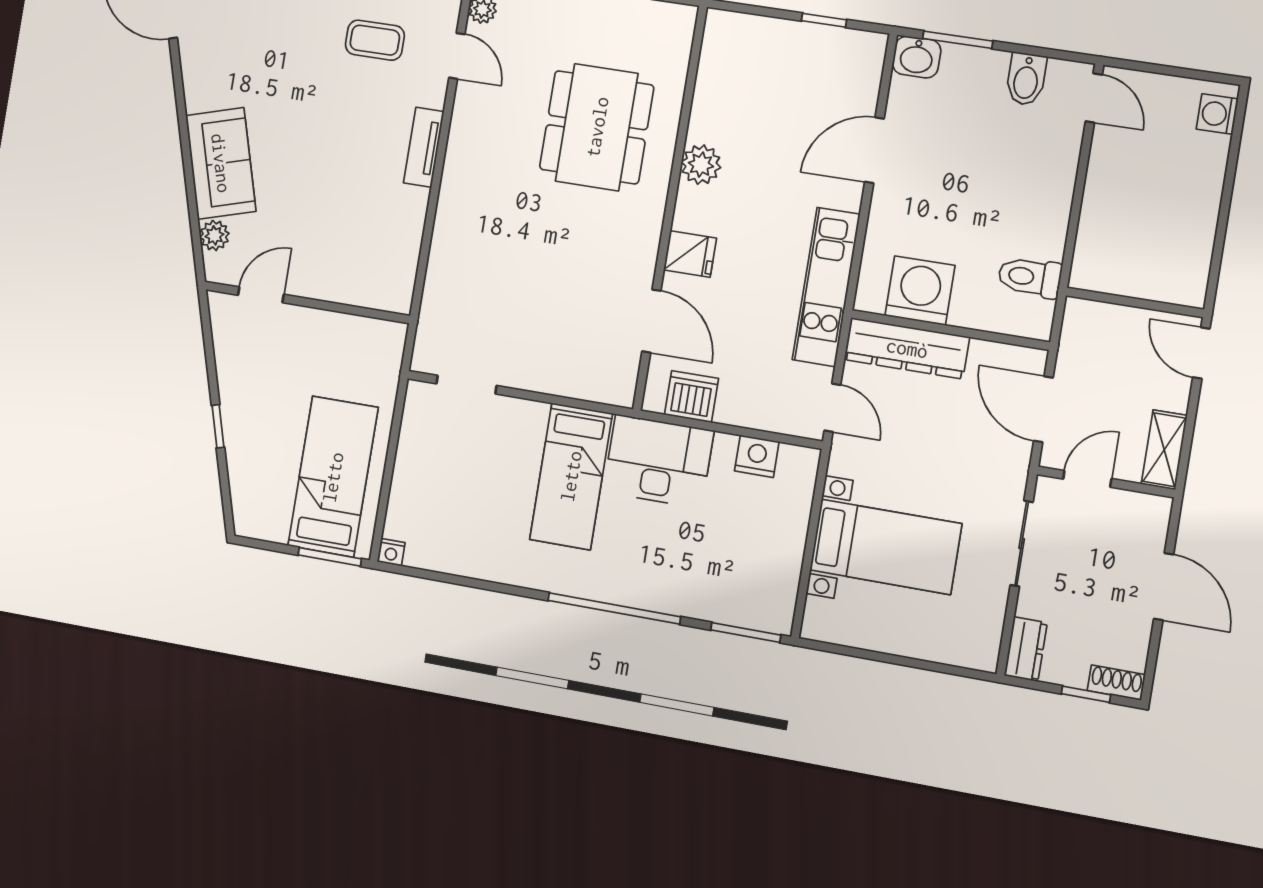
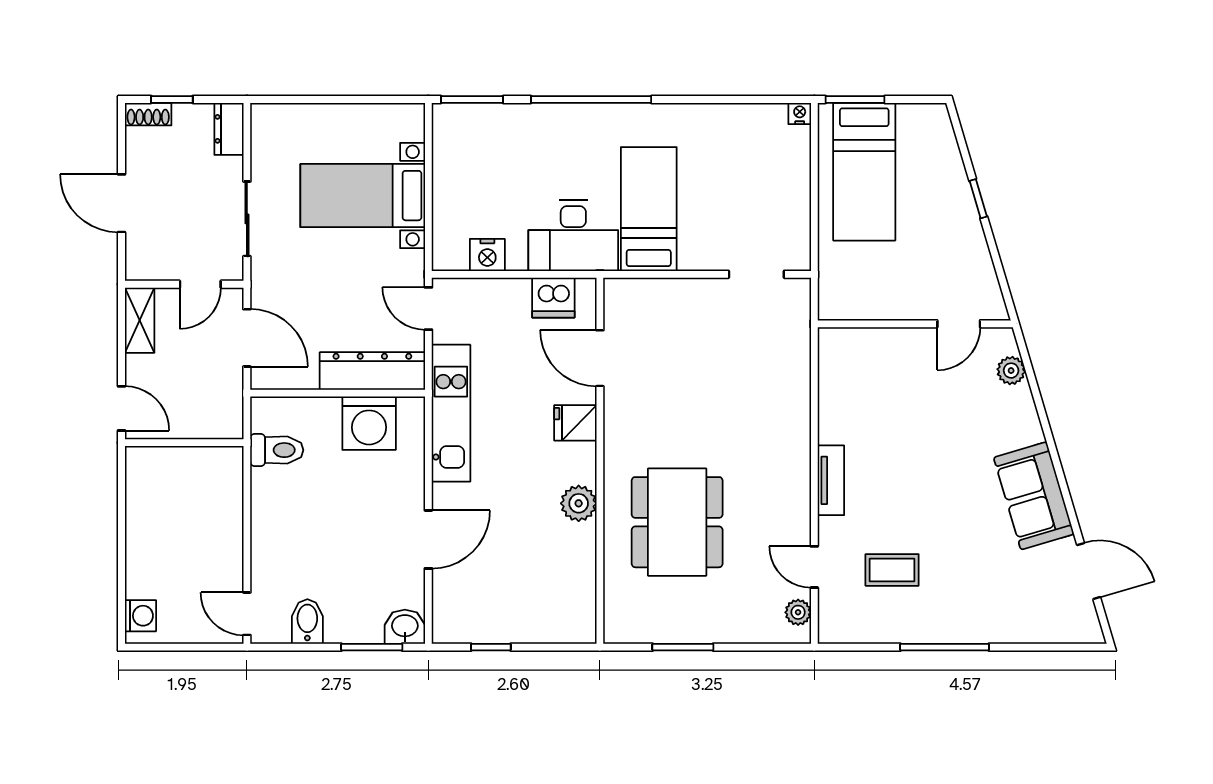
sofa: (221, 163) -> (1034, 496), moved

